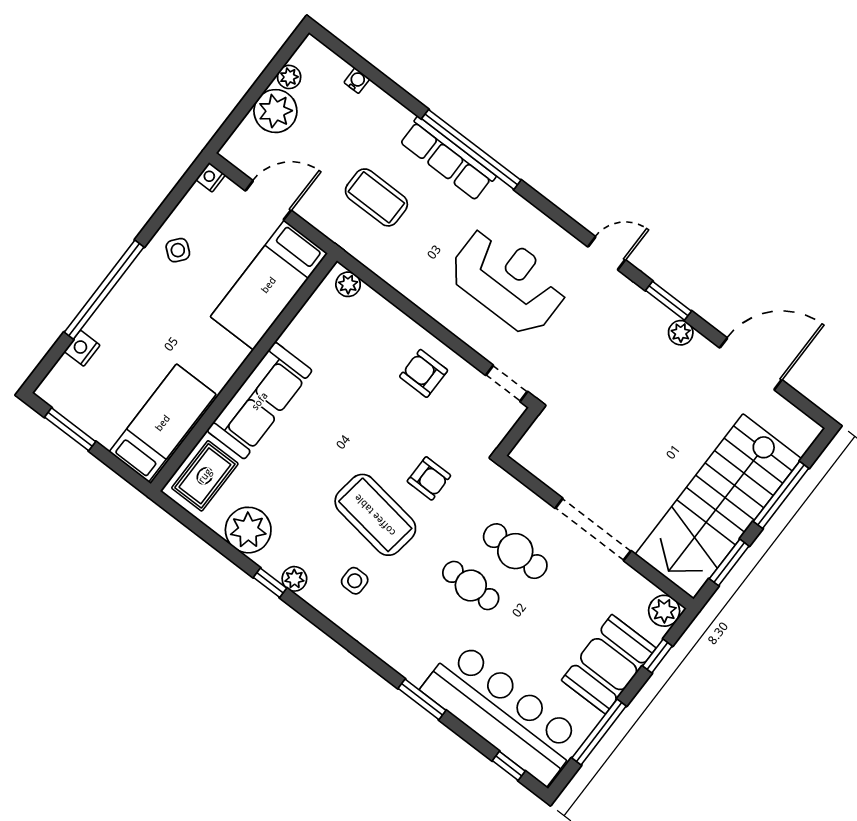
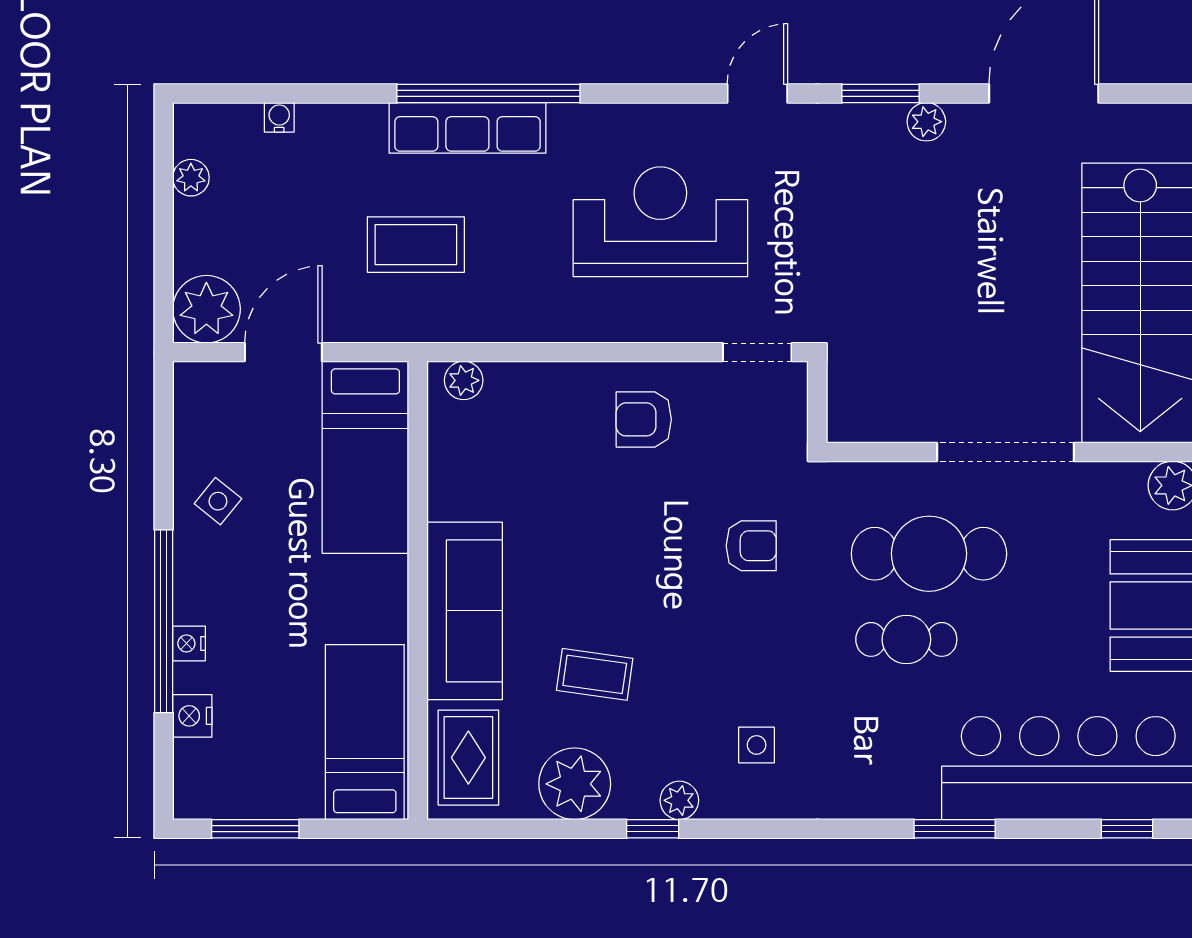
plant: (275, 111) -> (206, 309), moved
nightstand: (211, 177) -> (189, 643), moved
coffee table: (375, 515) -> (595, 674), moved, width x0.54, depth x0.58
cafe table: (515, 551) -> (929, 554), width x1.37, depth x1.35

